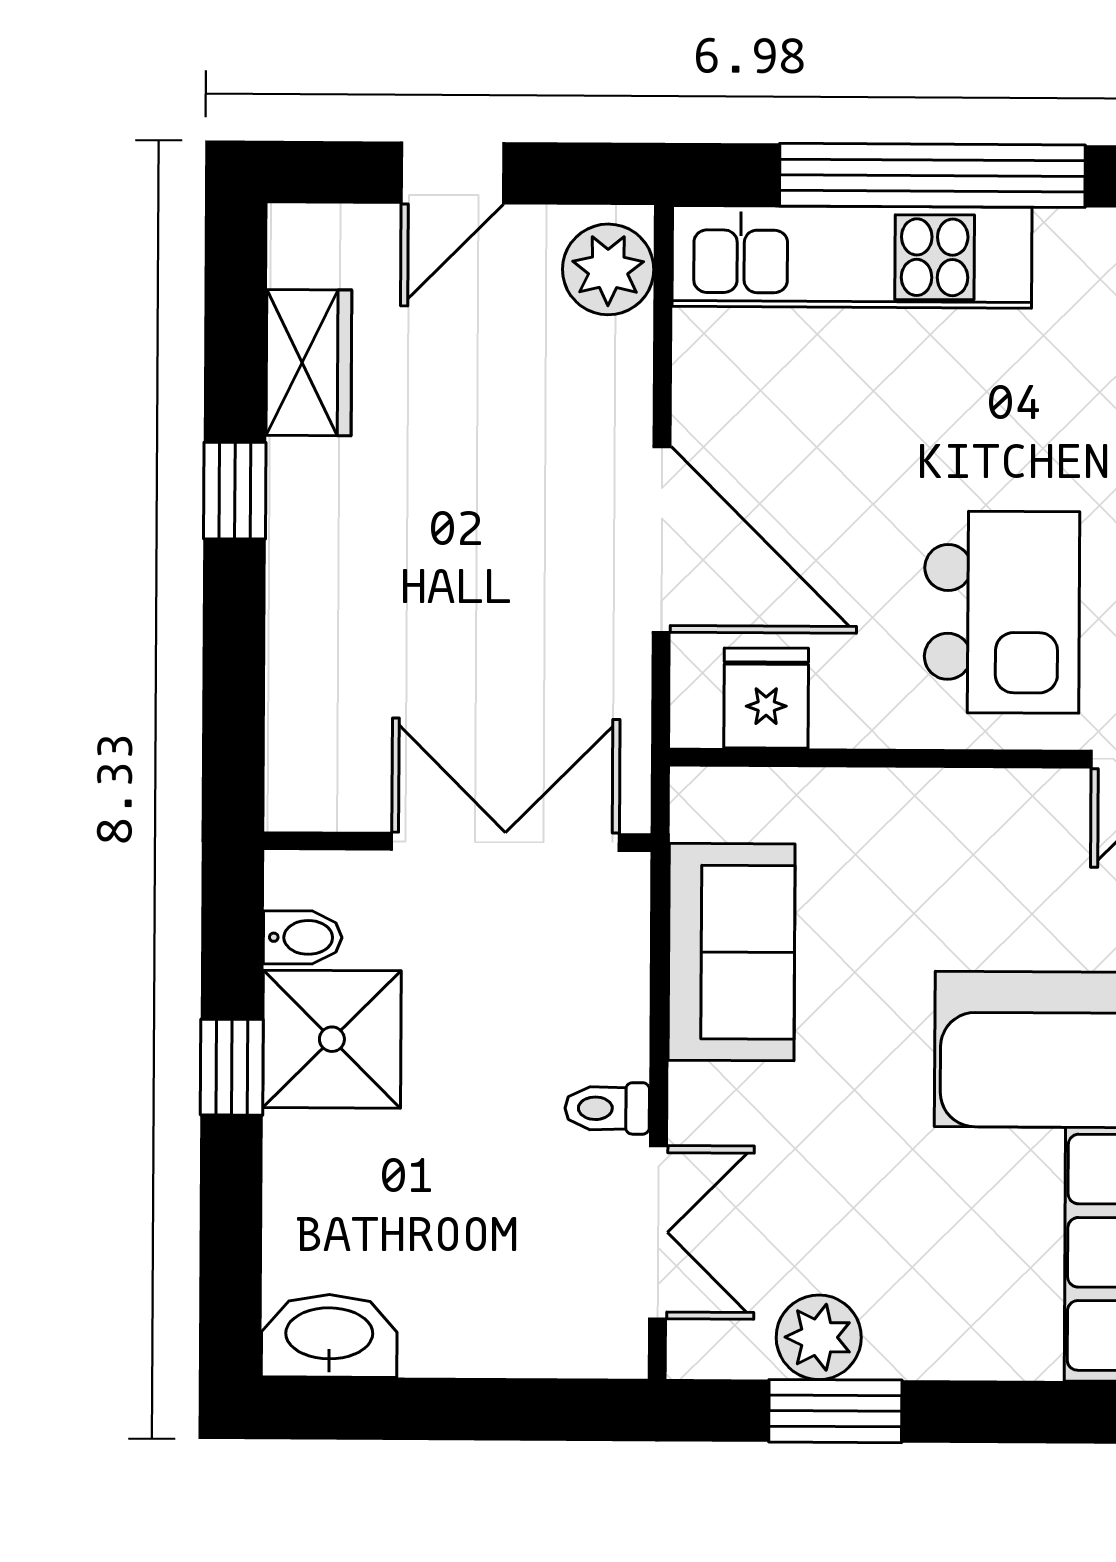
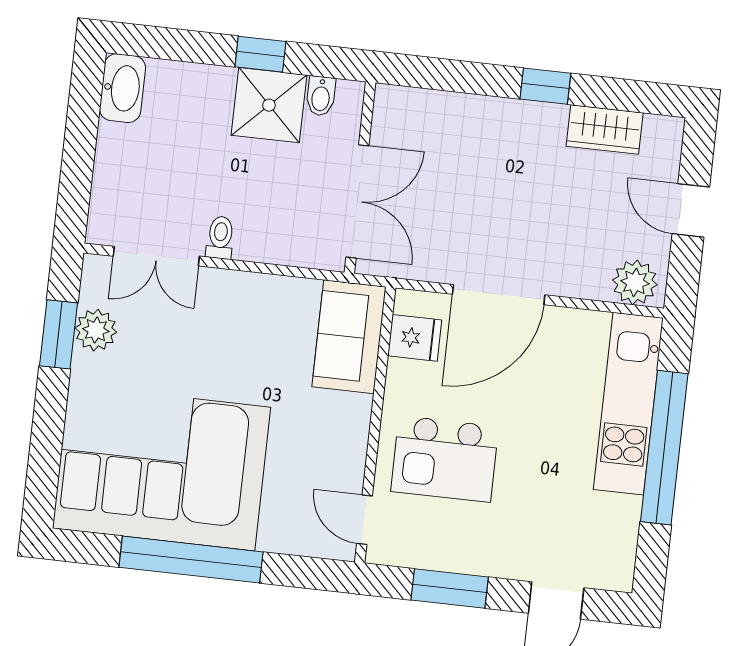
sofa: (732, 952) -> (349, 337), moved, turned 90

